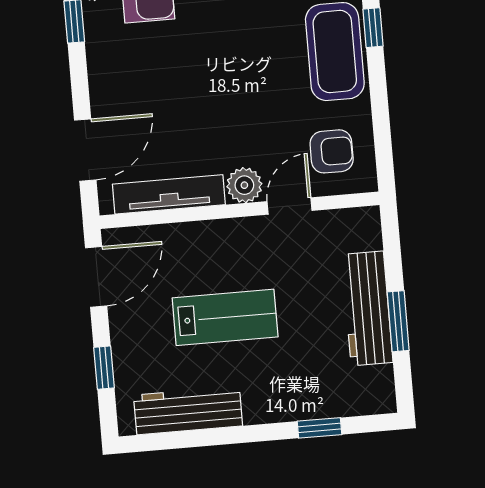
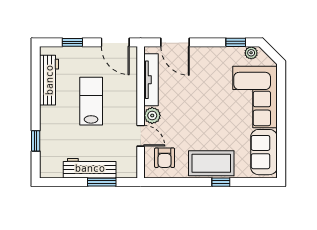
lab bench: (225, 317) -> (91, 101), turned 180
window: (398, 321) -> (102, 182), moved

